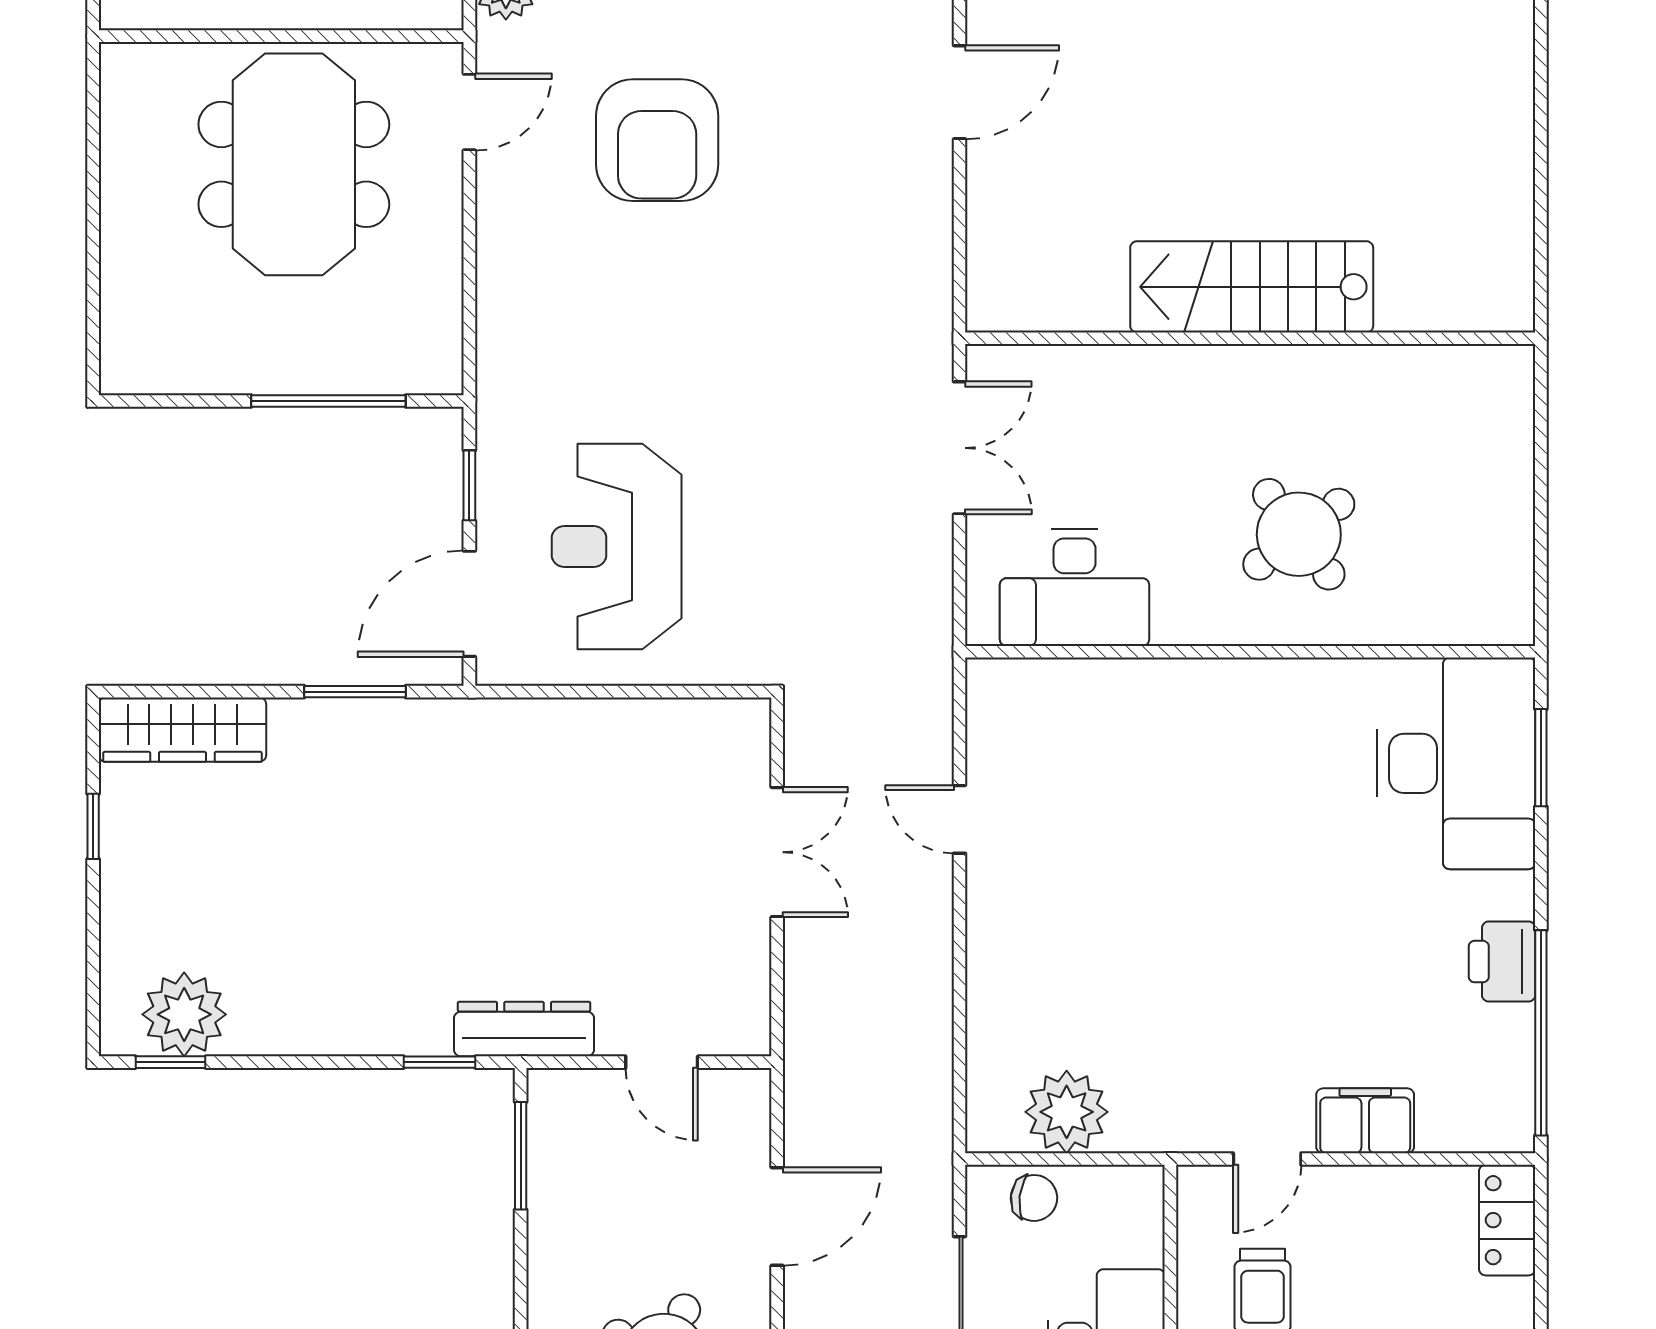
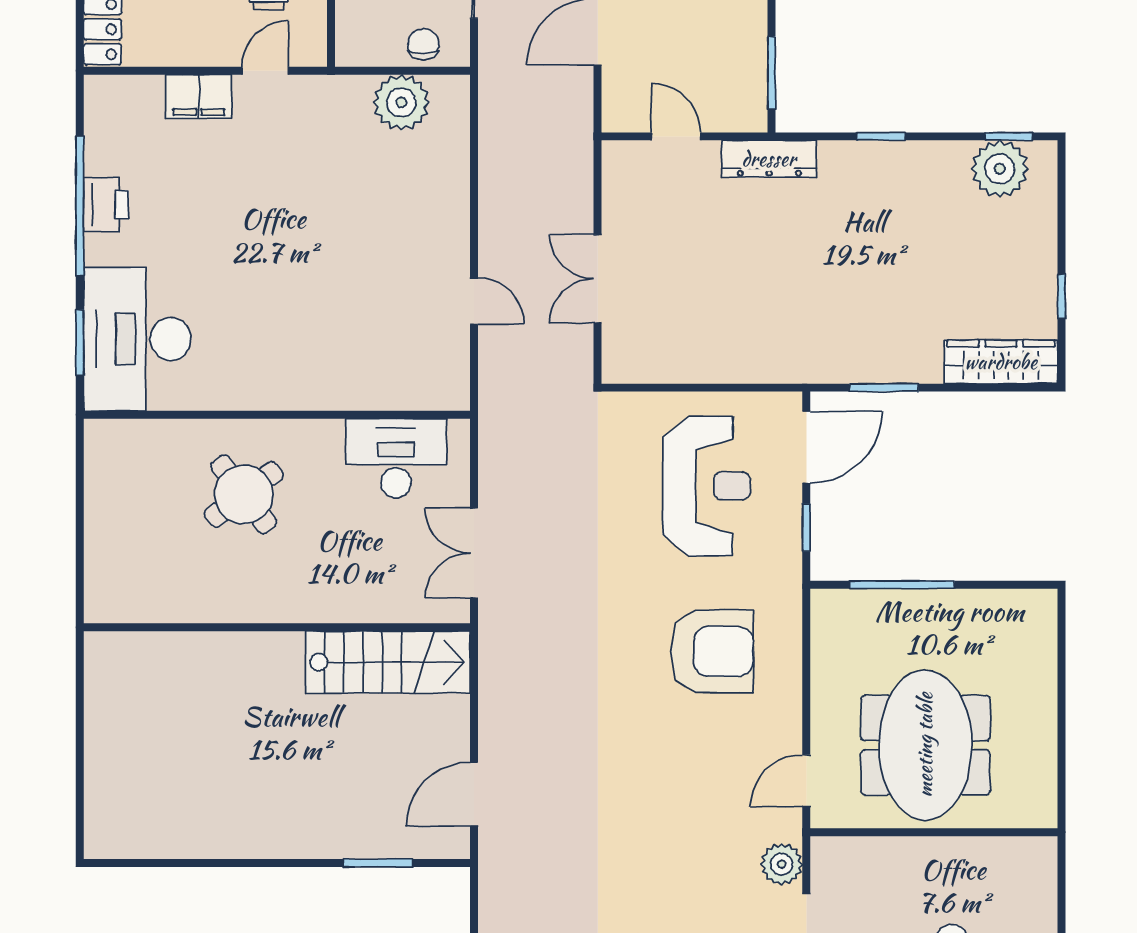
armchair: (657, 140) -> (712, 651), moved, turned 90
stairs: (1252, 287) -> (388, 662), moved
window: (1541, 1033) -> (80, 206), moved
window: (440, 1062) -> (881, 136), moved
chair: (1034, 1198) -> (423, 44), turned 83

